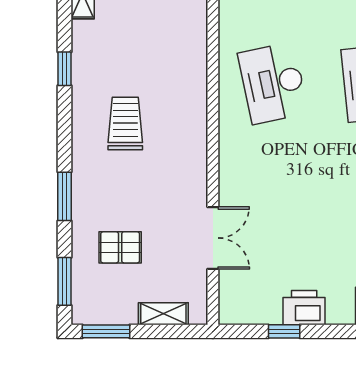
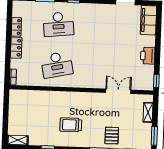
pallet: (120, 247) -> (112, 136), moved
window: (284, 331) -> (156, 81), moved

